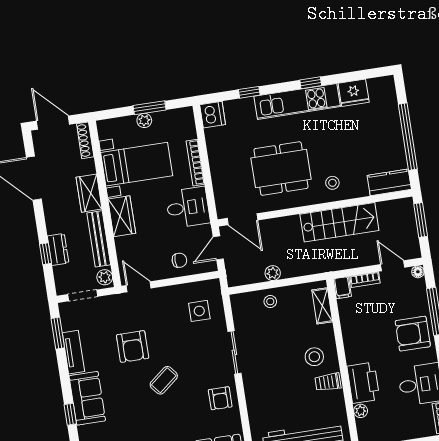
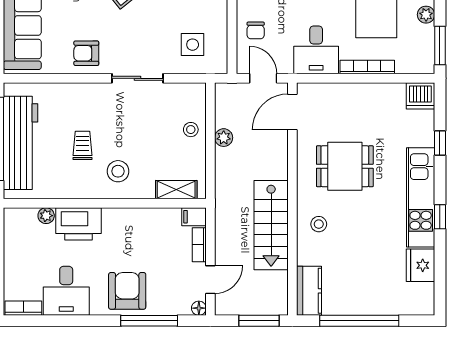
window: (150, 108) -> (440, 46), moved
dining table: (281, 169) -> (345, 166), width x0.73
trolley: (328, 382) -> (82, 145), moved

